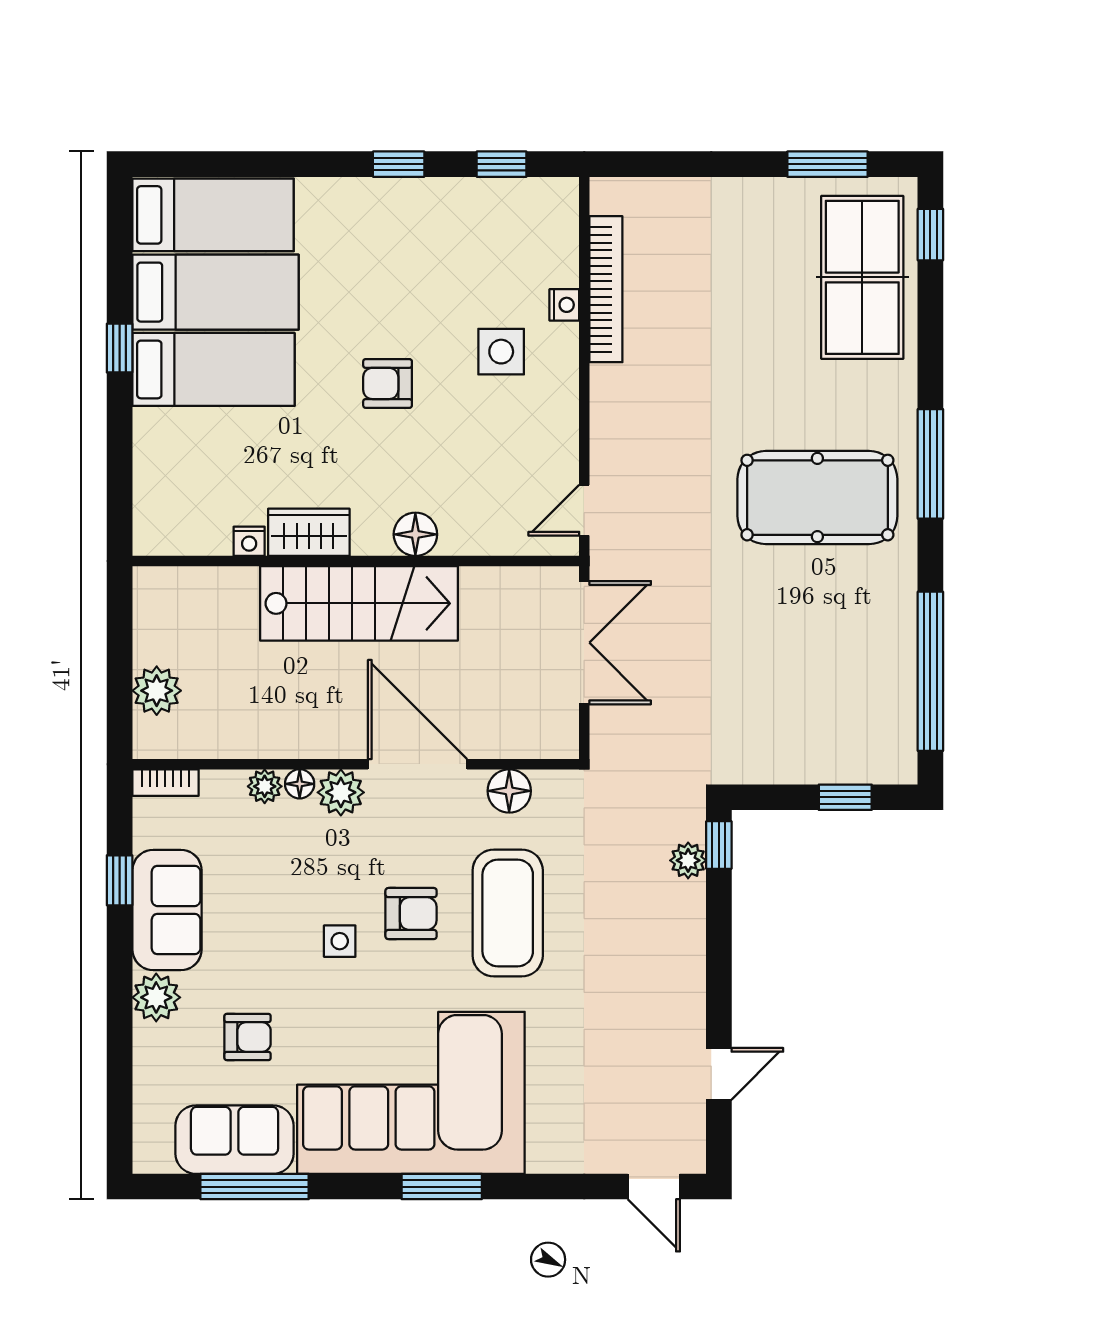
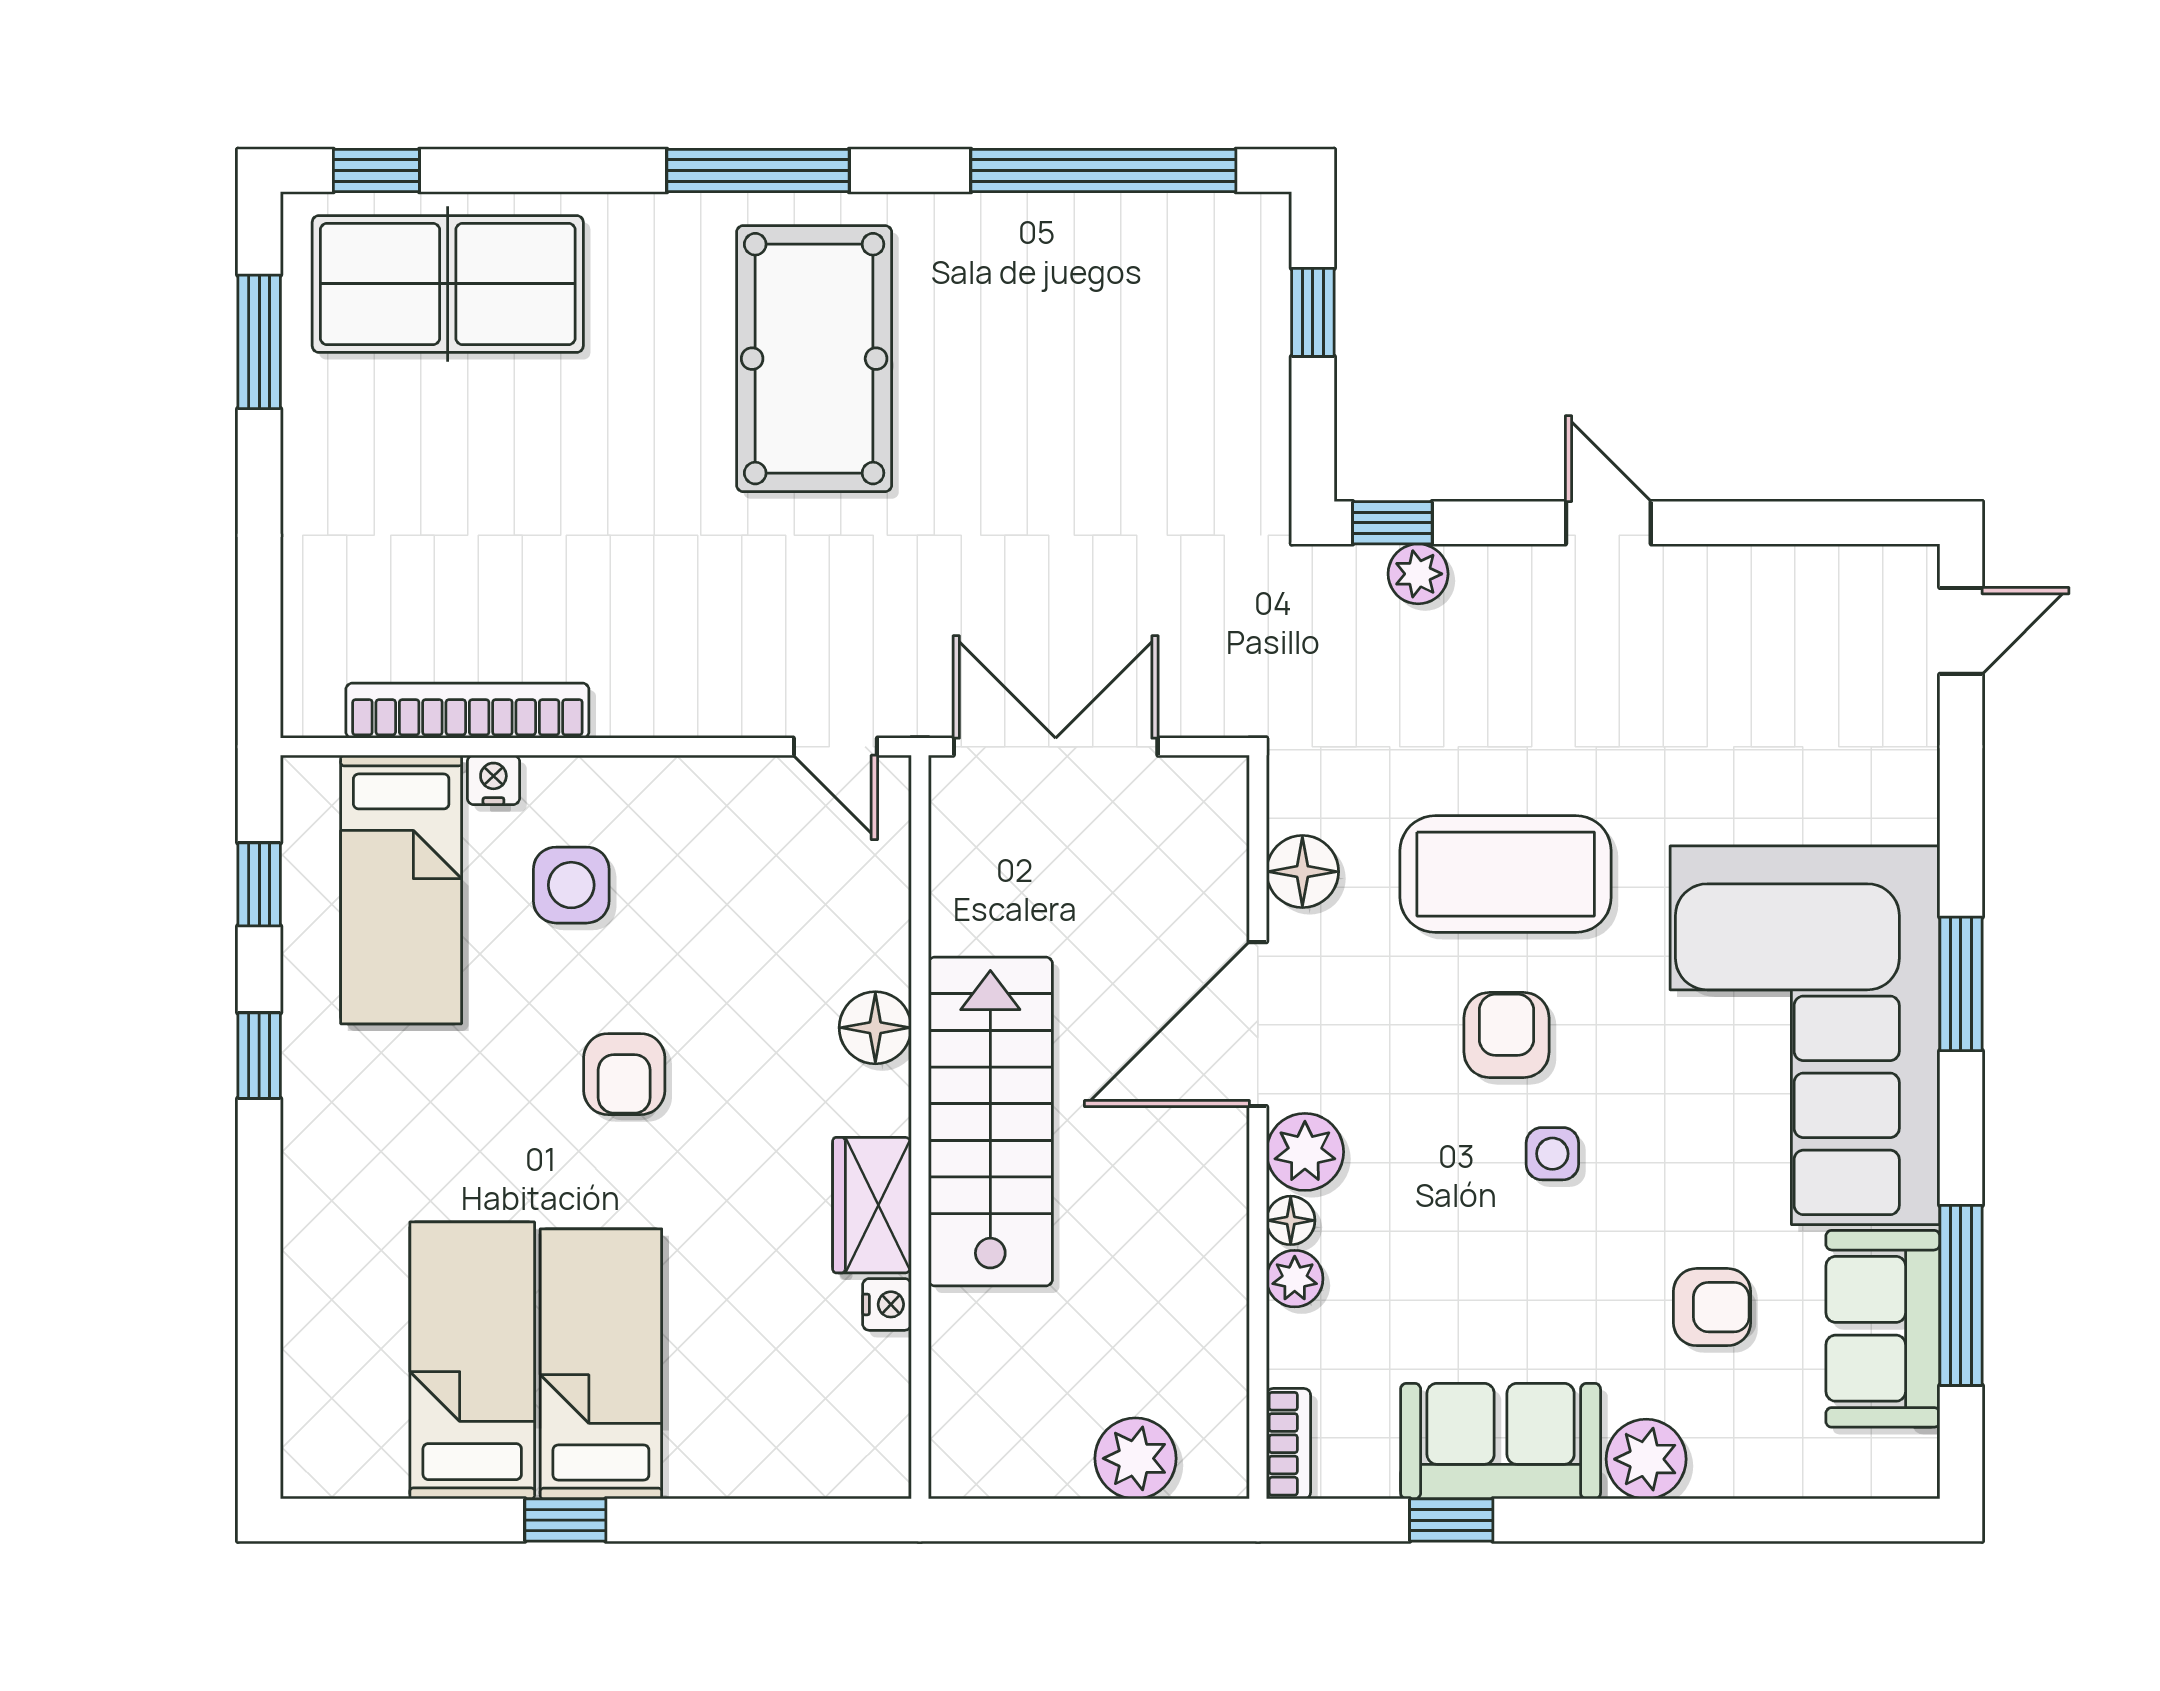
bed: (213, 215) -> (401, 889), moved, turned 180
armchair: (248, 1037) -> (1712, 1307), turned 90
door: (719, 1074) -> (1608, 523), moved

